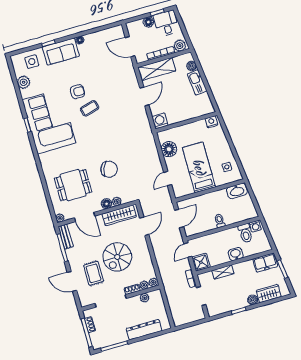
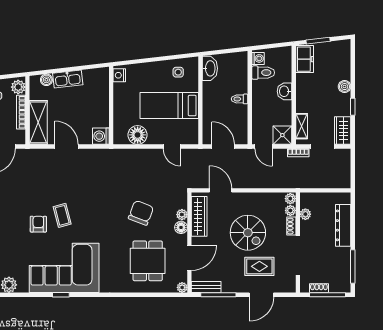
shelving: (223, 272) -> (302, 126), moved
wardrobe: (269, 294) -> (343, 131), moved

